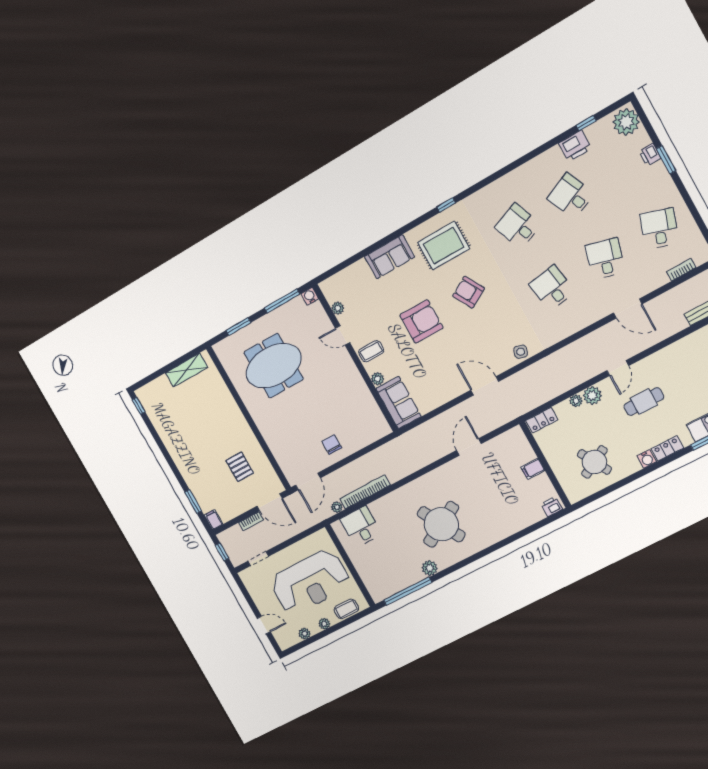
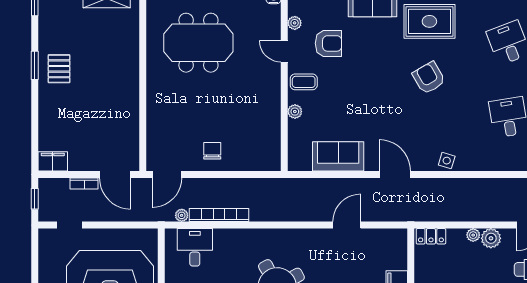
armchair: (421, 321) -> (328, 43), moved, width x0.73, depth x0.73
sofa: (399, 403) -> (338, 156), moved, turned -90
pallet: (240, 467) -> (59, 69), moved
window: (193, 501) -> (35, 65), moved
filing cabinet: (214, 520) -> (53, 161), width x2.00

